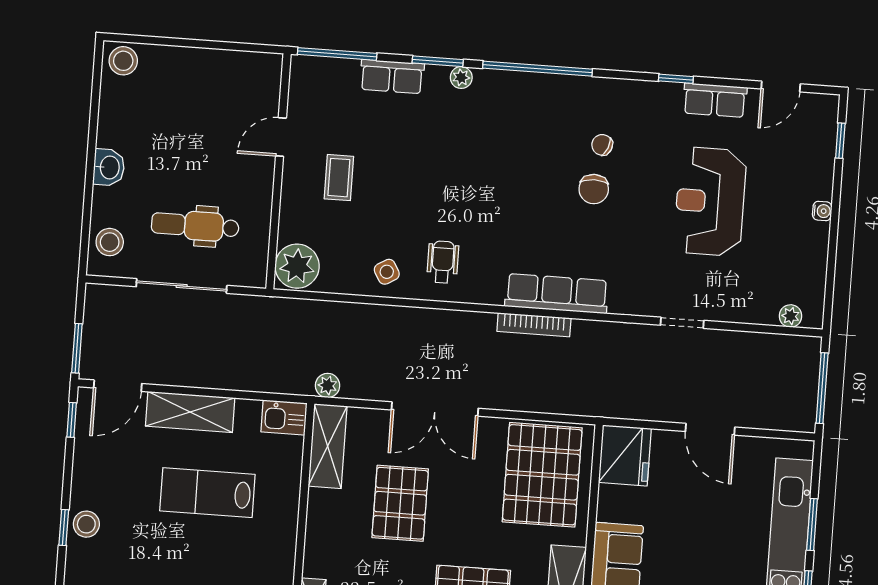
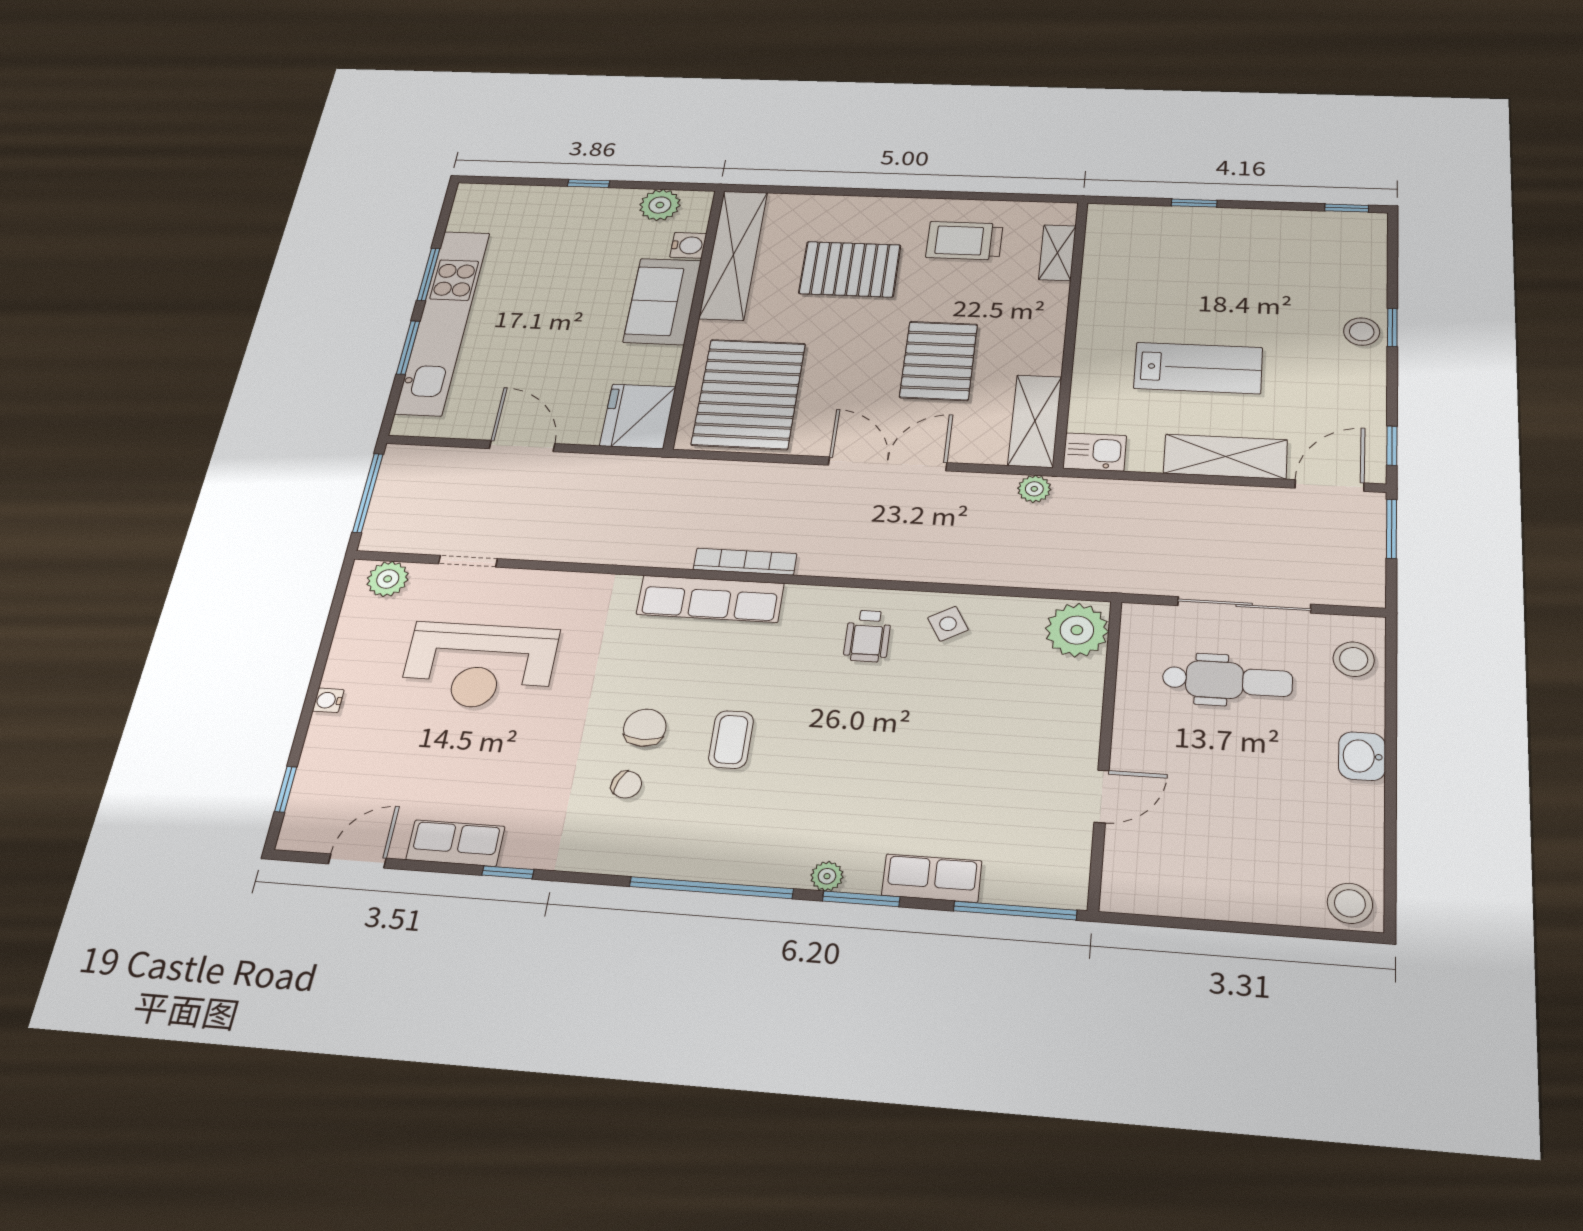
coffee table: (339, 178) -> (731, 739), moved
reception desk: (710, 202) -> (479, 666), moved, turned 90
plant: (790, 316) -> (388, 579), width x1.38, depth x1.38
doorway: (682, 323) -> (468, 561), moved

